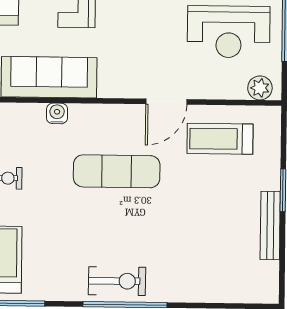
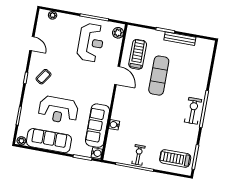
treadmill: (220, 139) -> (138, 54), turned 180
exercise mat: (117, 171) -> (159, 76), moved

